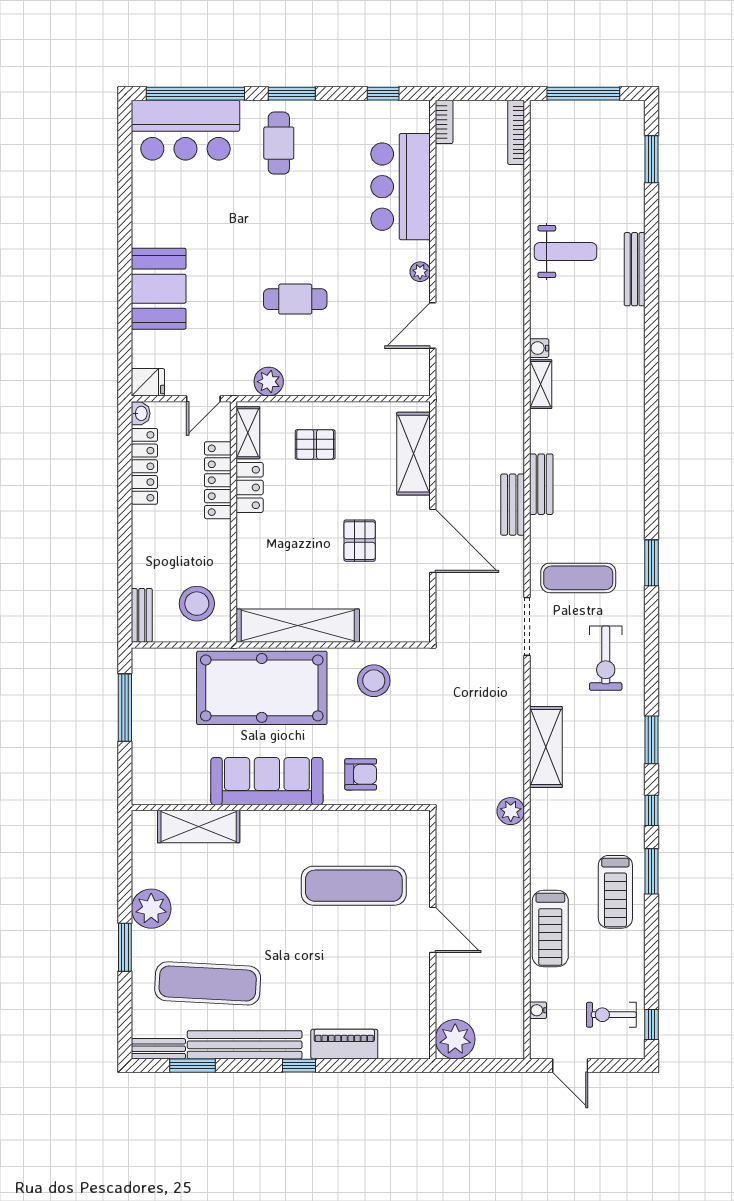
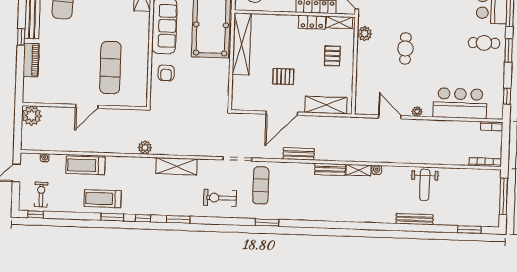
bench: (541, 484) -> (330, 169), moved
stool: (374, 681) -> (213, 81), removed

